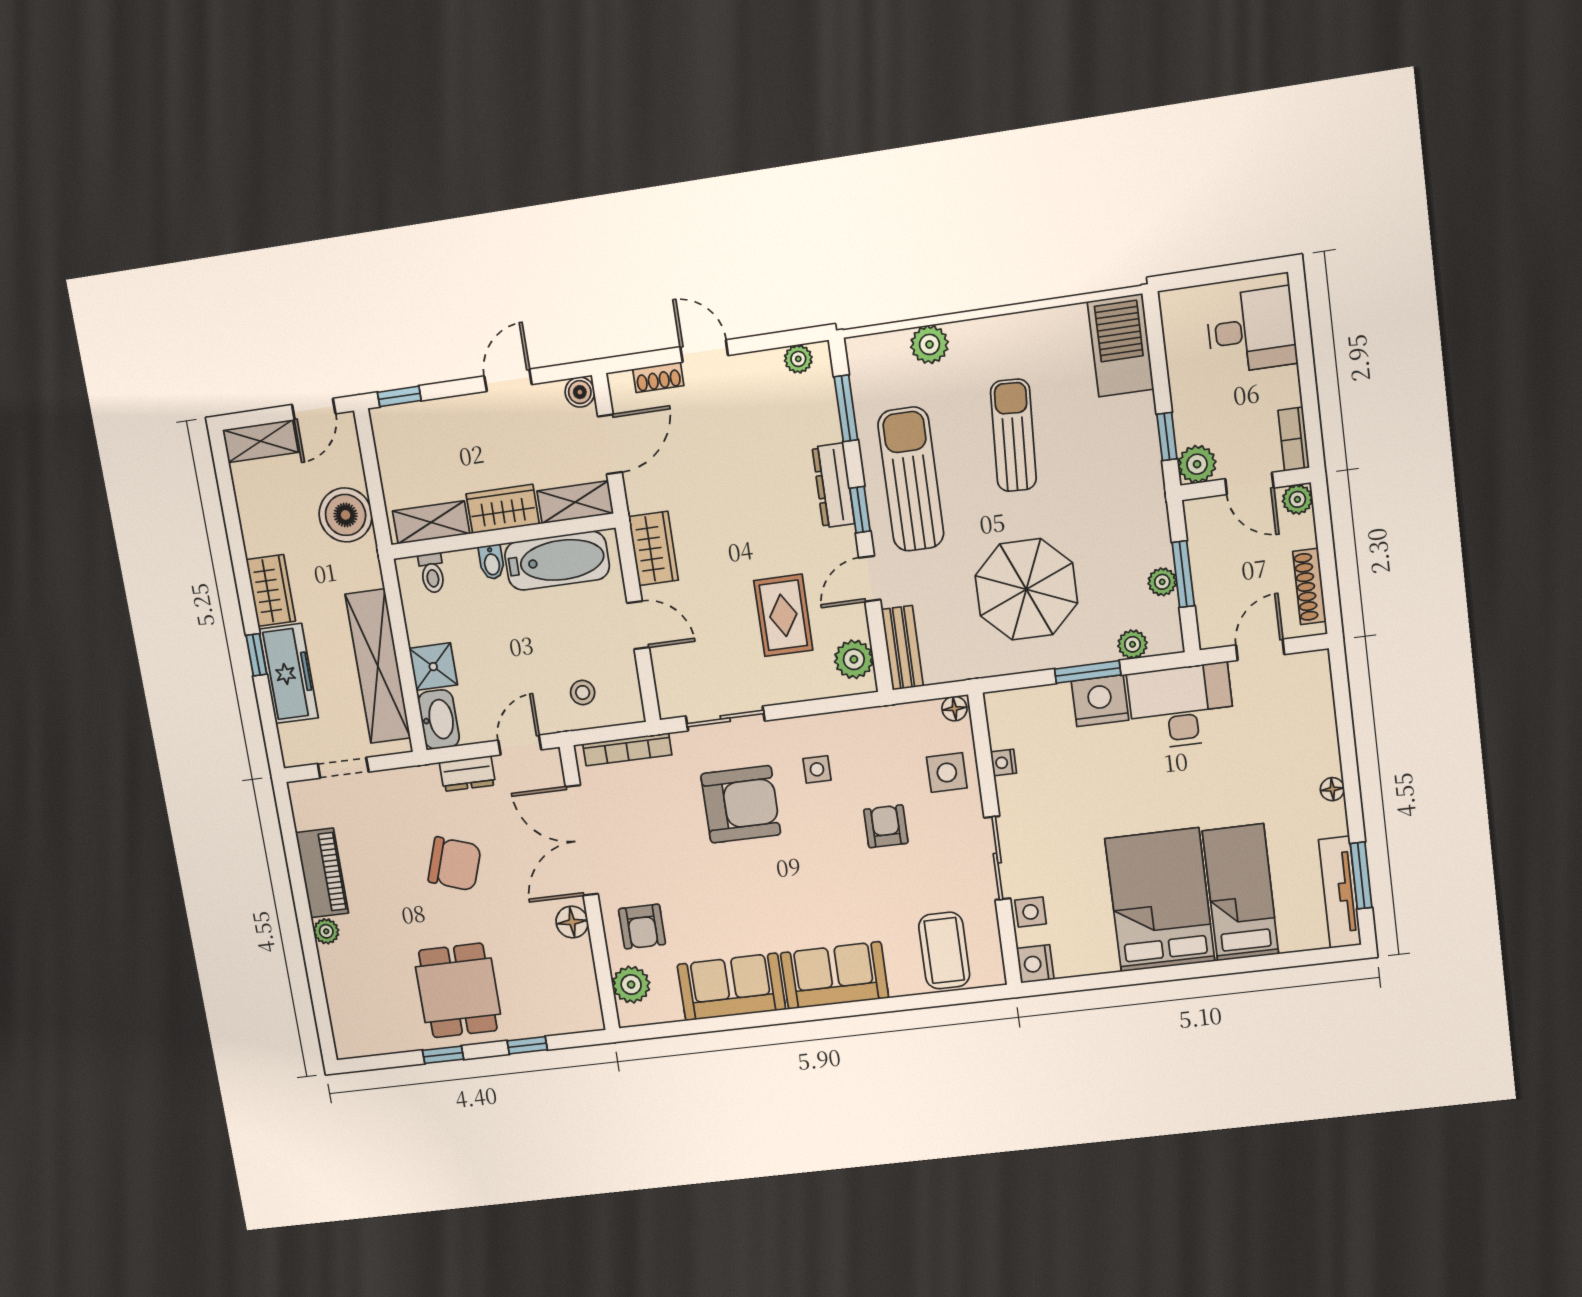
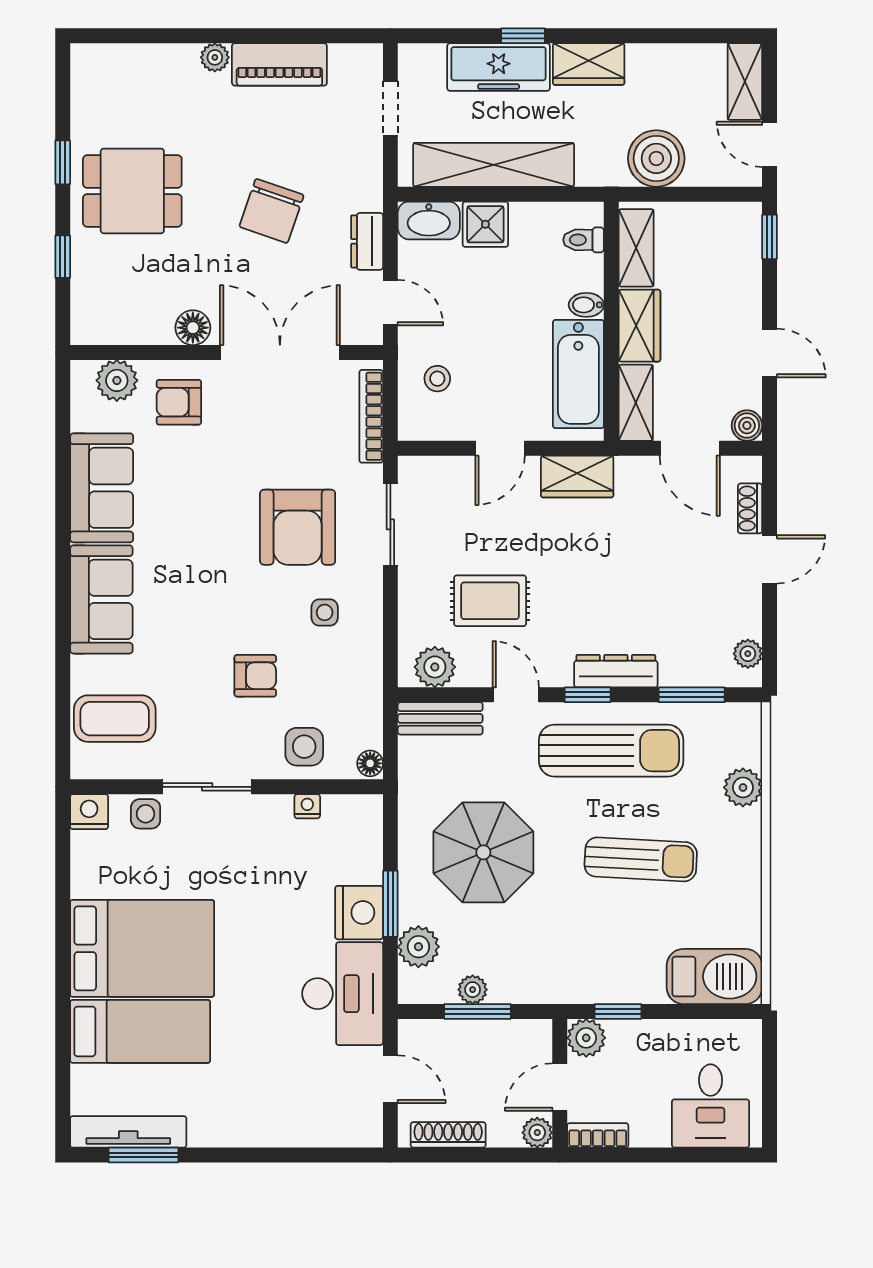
plant: (1132, 644) -> (418, 947), width x1.38, depth x1.38
floor lamp: (1332, 789) -> (237, 1136), removed

